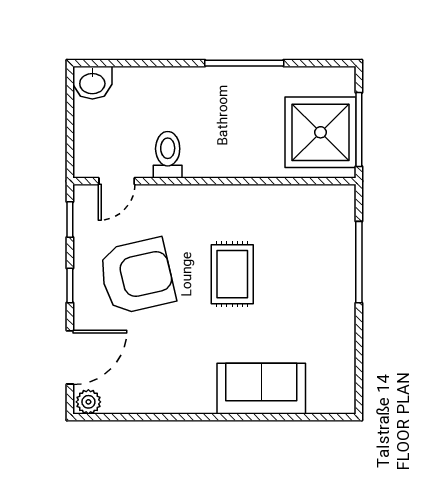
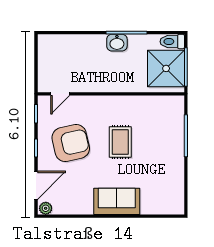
washbasin: (92, 83) -> (117, 43), moved
toilet: (168, 155) -> (172, 42), moved, turned -90
sofa: (261, 389) -> (117, 201), moved

